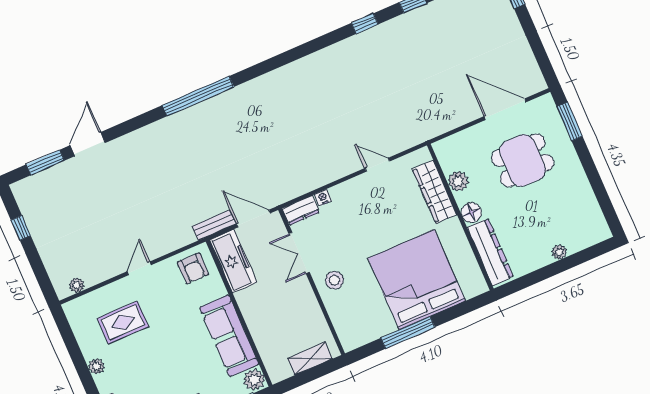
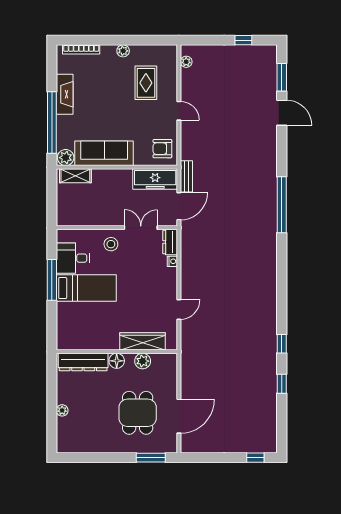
bed: (417, 280) -> (86, 288), width x0.49
desk: (371, 319) -> (73, 258), added
shelving: (310, 359) -> (75, 176), moved, turned 90

